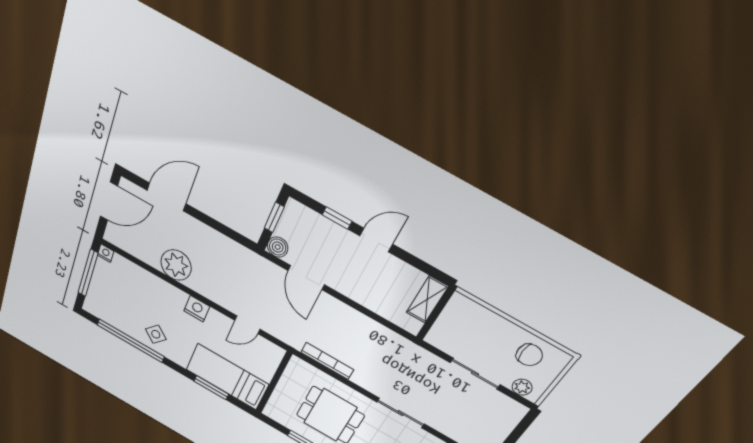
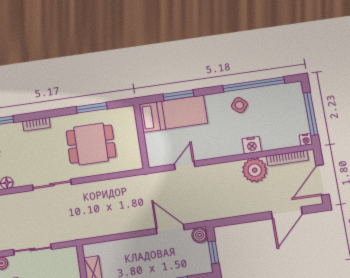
nightstand: (197, 309) -> (252, 145), moved
bookcase: (327, 361) -> (287, 158), moved

